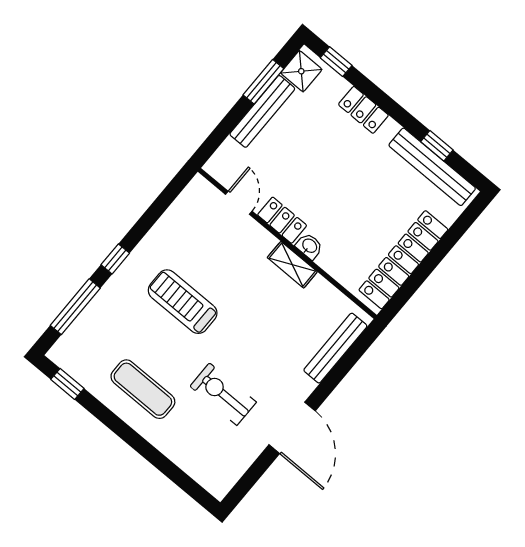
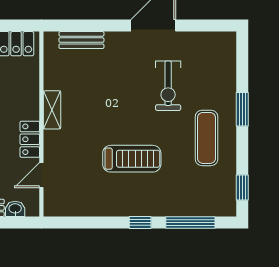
washbasin: (309, 246) -> (15, 209), moved, turned 90
treadmill: (183, 302) -> (132, 159), turned -90
bench: (335, 348) -> (81, 40), width x0.73
window: (142, 446) -> (242, 109), added

